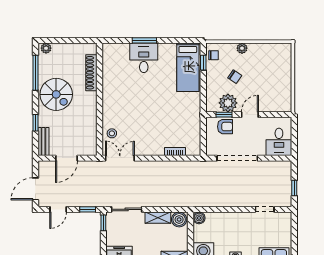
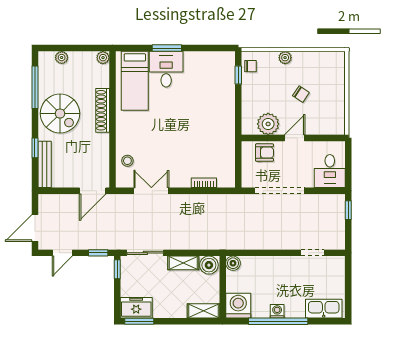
plant: (46, 48) -> (62, 58), moved
plant: (92, 48) -> (103, 58), added
bed: (188, 67) -> (135, 81), moved
shoe rack: (91, 73) -> (103, 110), moved
chair: (235, 77) -> (301, 94), moved
window: (224, 115) -> (263, 138), removed
bench: (43, 142) -> (45, 164), width x1.36
door: (66, 158) -> (93, 191), moved
double door: (120, 158) -> (151, 191), moved
window: (294, 188) -> (348, 210), moved

